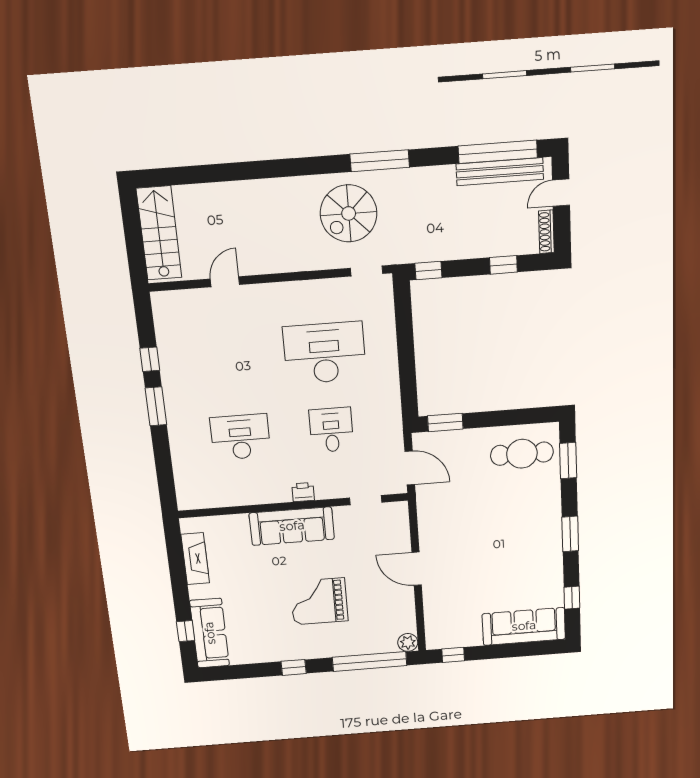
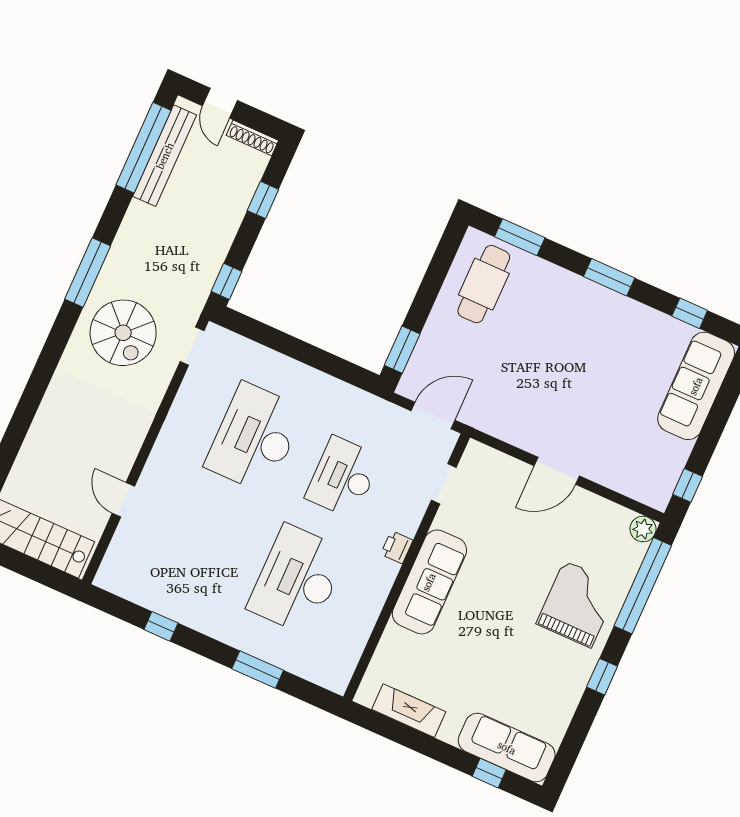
window: (156, 406) -> (258, 669), moved
desk: (331, 430) -> (343, 477), width x1.37
desk: (240, 437) -> (297, 580), width x1.36, depth x1.30
grand piano: (319, 601) -> (578, 604), moved, turned 180

